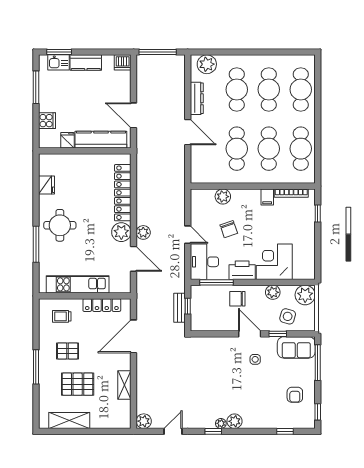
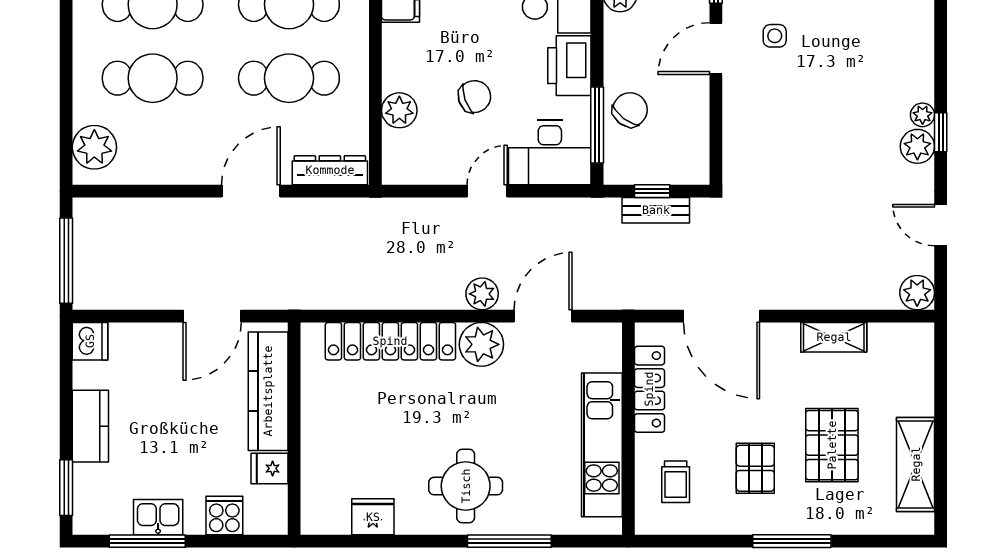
kitchen sink: (59, 62) -> (158, 517), moved, turned -90
dresser: (197, 98) -> (330, 170), moved
chair: (237, 299) -> (630, 110), moved, turned -143
plant: (235, 421) -> (917, 146), moved

